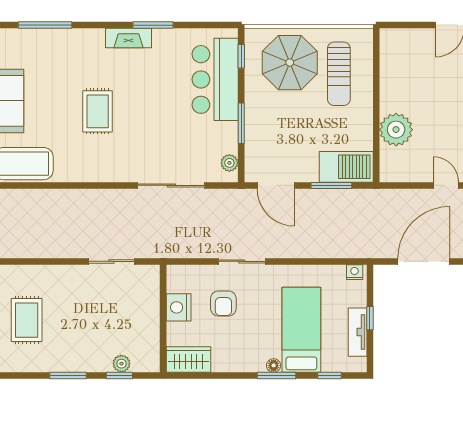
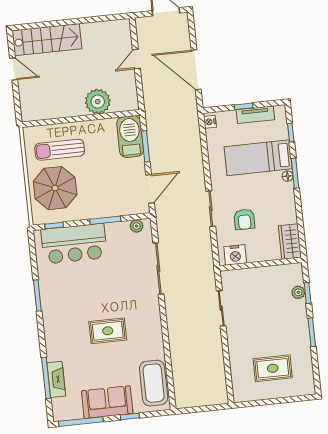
fireplace: (128, 38) -> (56, 379), moved
sun lounger: (339, 74) -> (60, 150), turned 180
armchair: (223, 304) -> (244, 219), turned 90
nightstand: (179, 307) -> (235, 255), moved

